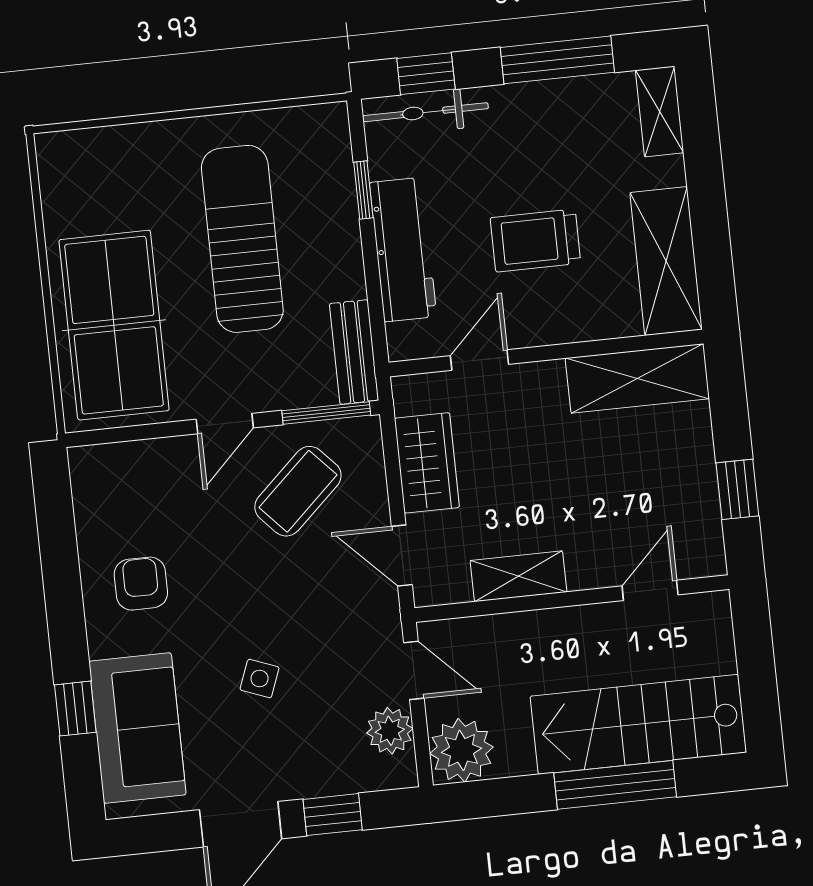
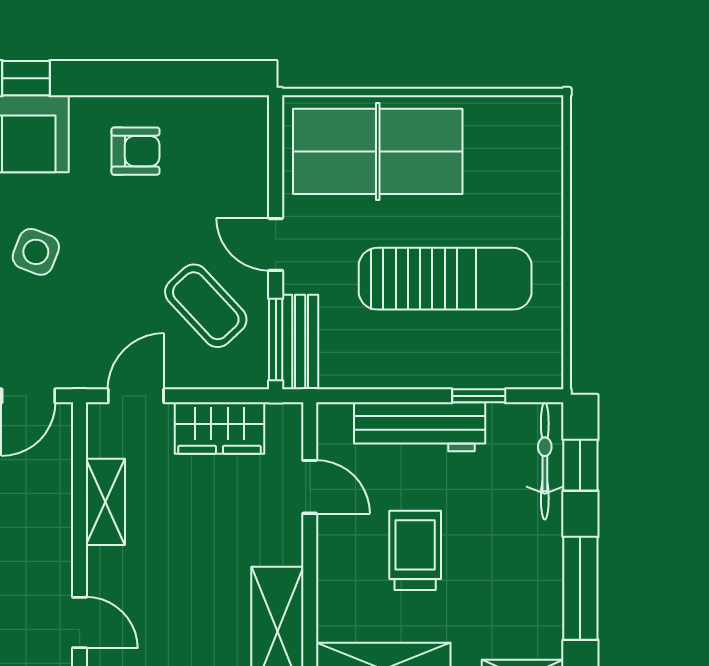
bench: (354, 352) -> (300, 342), moved, turned 90
side table: (260, 679) -> (36, 252), width x1.37, depth x1.37

